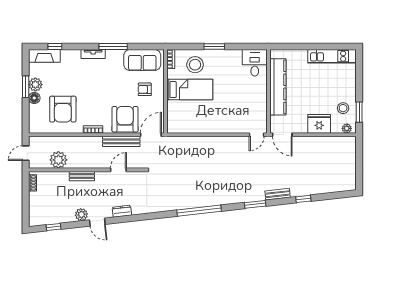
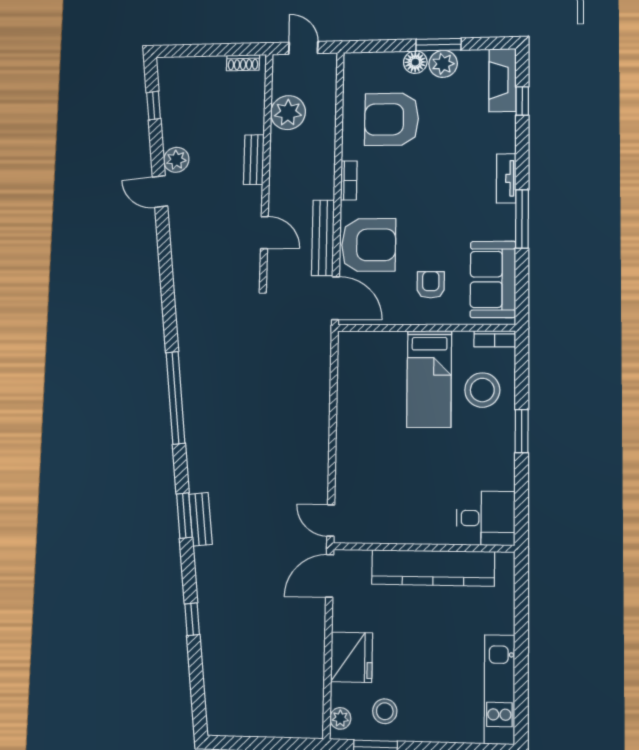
bench: (278, 194) -> (201, 519), moved
dresser: (122, 211) -> (180, 240), removed
door: (97, 222) -> (160, 192), hinge flipped

